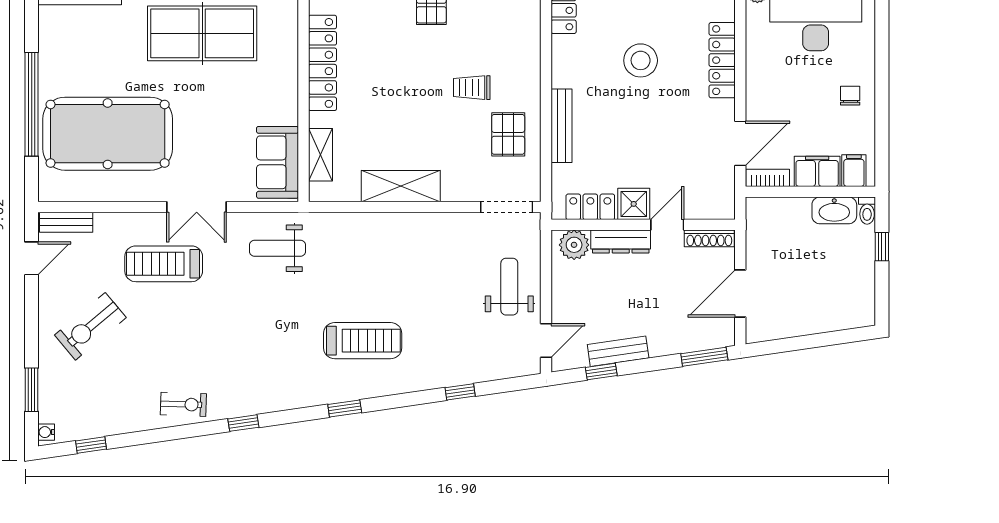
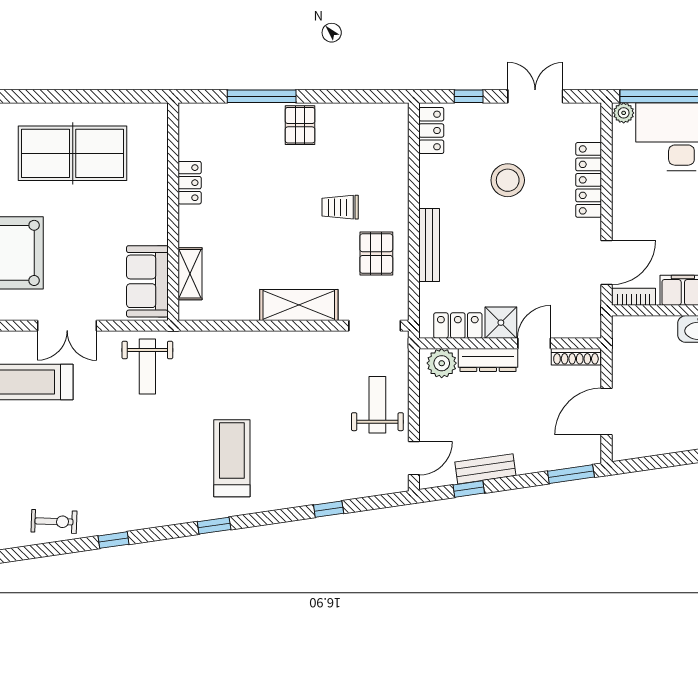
locker: (322, 63) -> (190, 183), width x0.46, depth x0.83
shelving: (401, 186) -> (299, 305), moved
weight bench: (278, 248) -> (147, 367), turned -90
treadmill: (363, 341) -> (232, 458), turned -90

